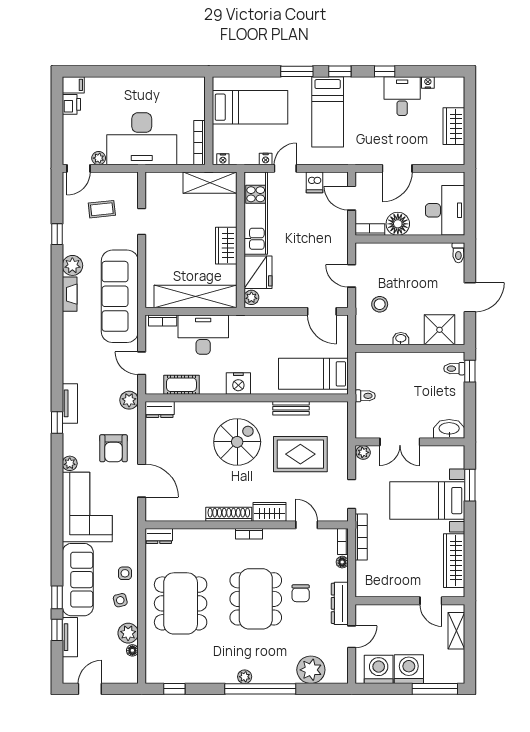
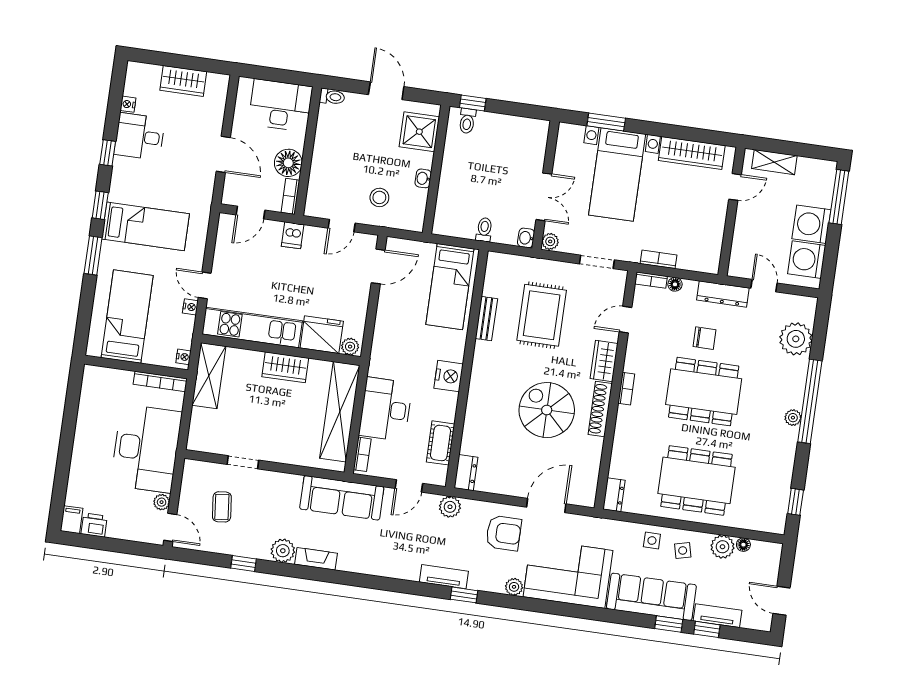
dishwasher: (314, 182) -> (293, 235), moved, turned 90
sofa: (120, 296) -> (342, 498), width x0.74, depth x0.79
washbasin: (449, 429) -> (526, 238), moved, width x0.52, depth x0.69
spiral stairs: (237, 442) -> (547, 410), moved
bookcase: (361, 537) -> (659, 259), width x0.64

